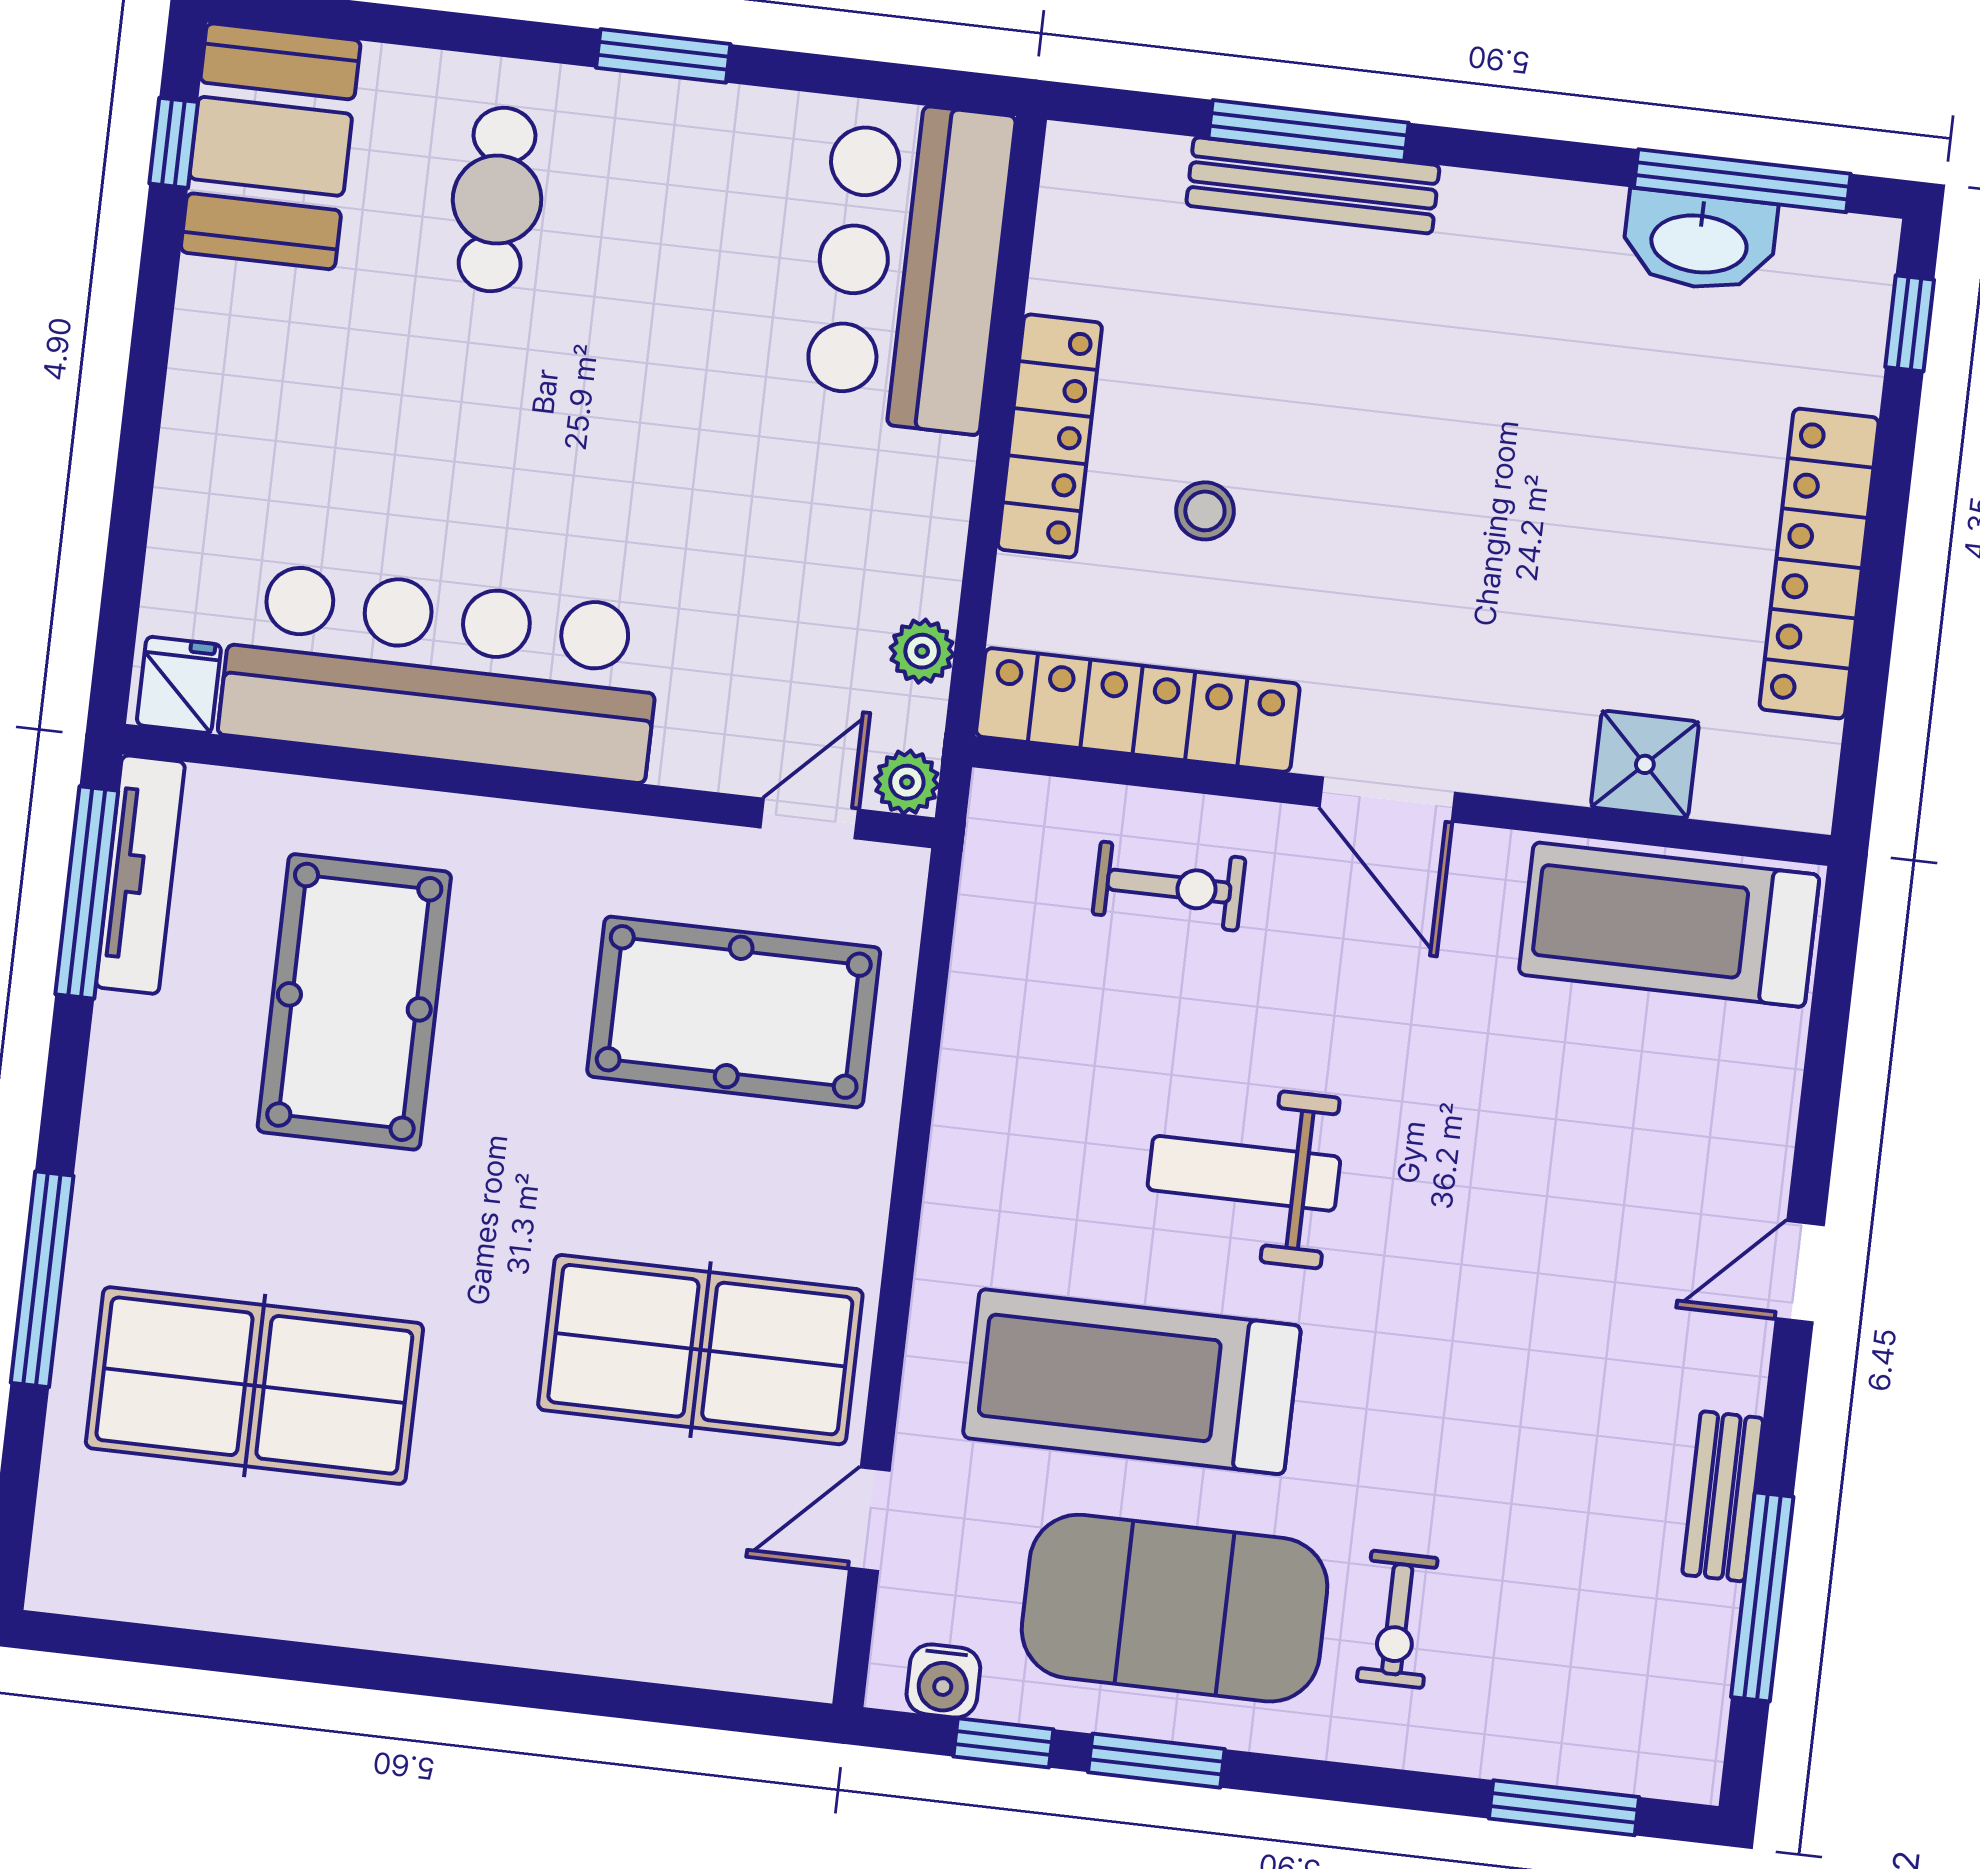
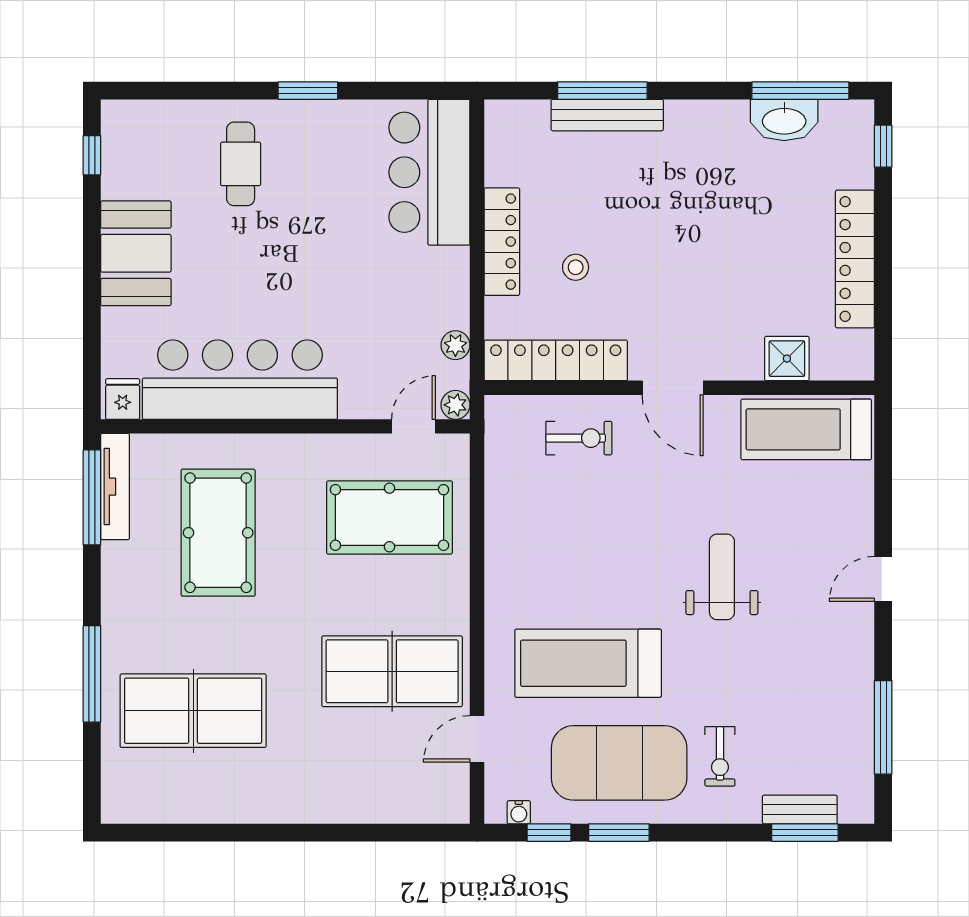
booth: (271, 146) -> (136, 253), moved
weight bench: (1244, 1173) -> (722, 577), moved, turned 90
bench: (1723, 1496) -> (800, 810), moved, turned 90
water cooler: (943, 1681) -> (519, 812), width x0.72, depth x0.72

